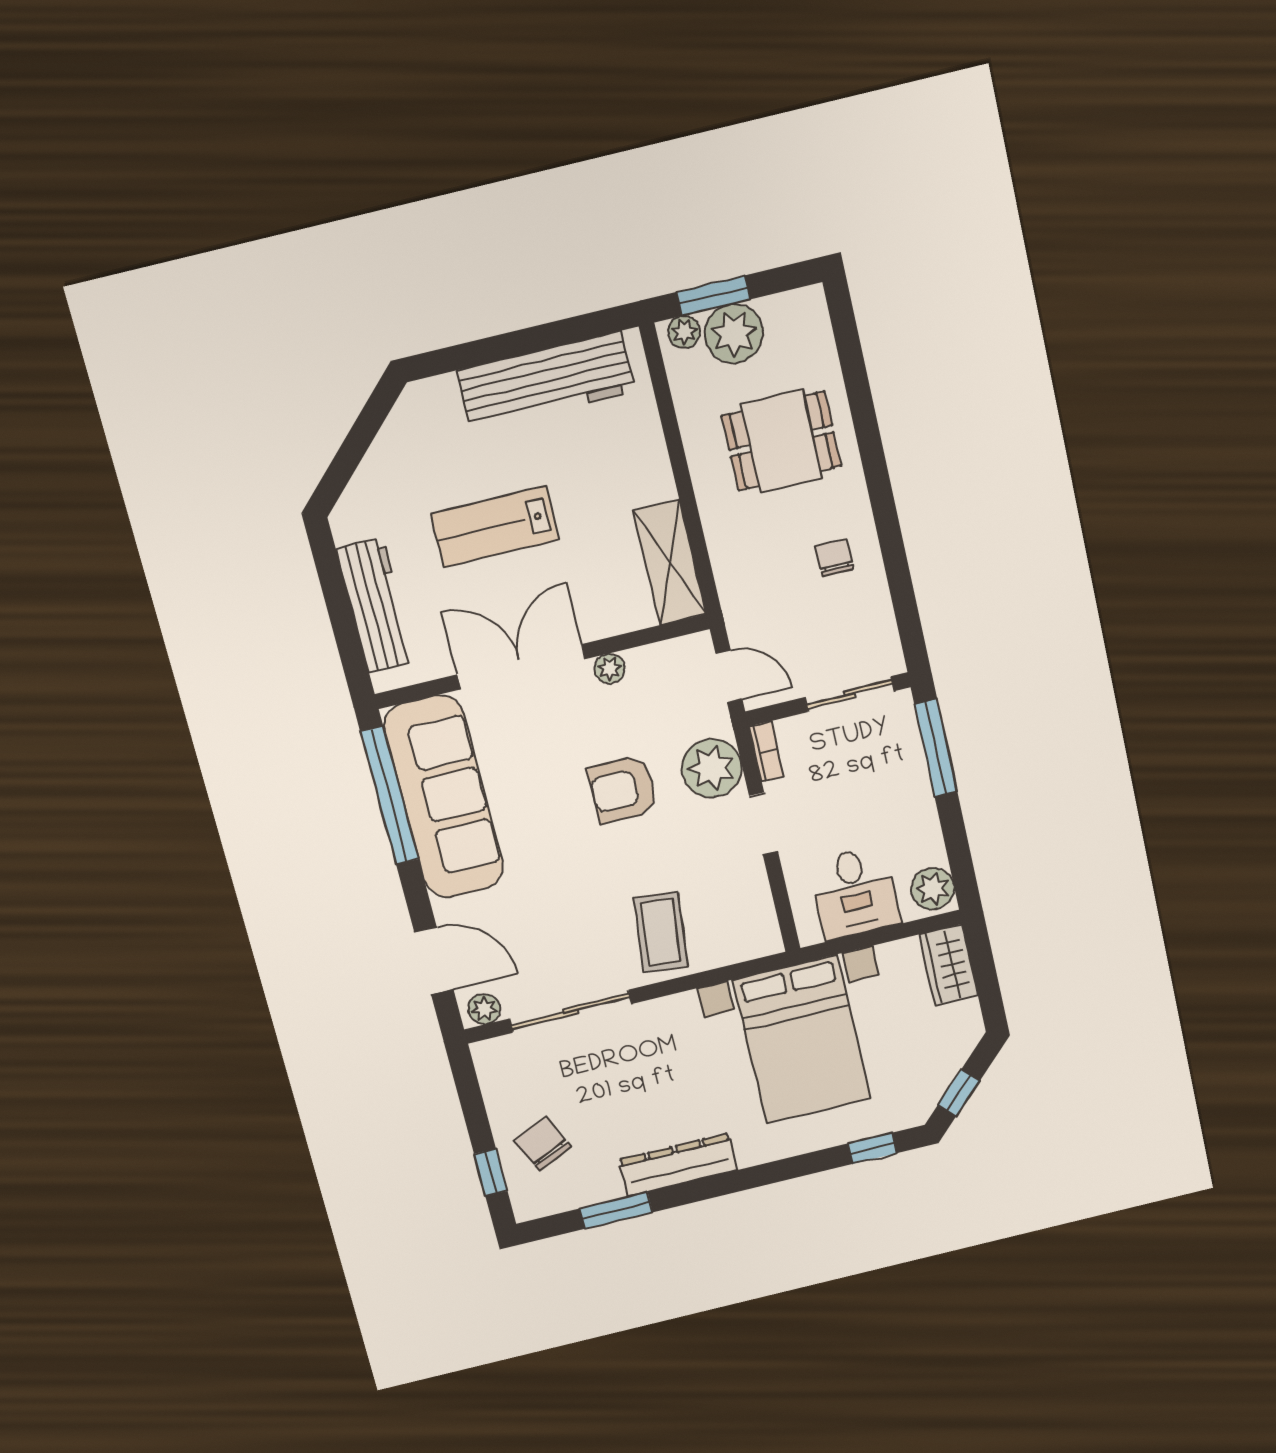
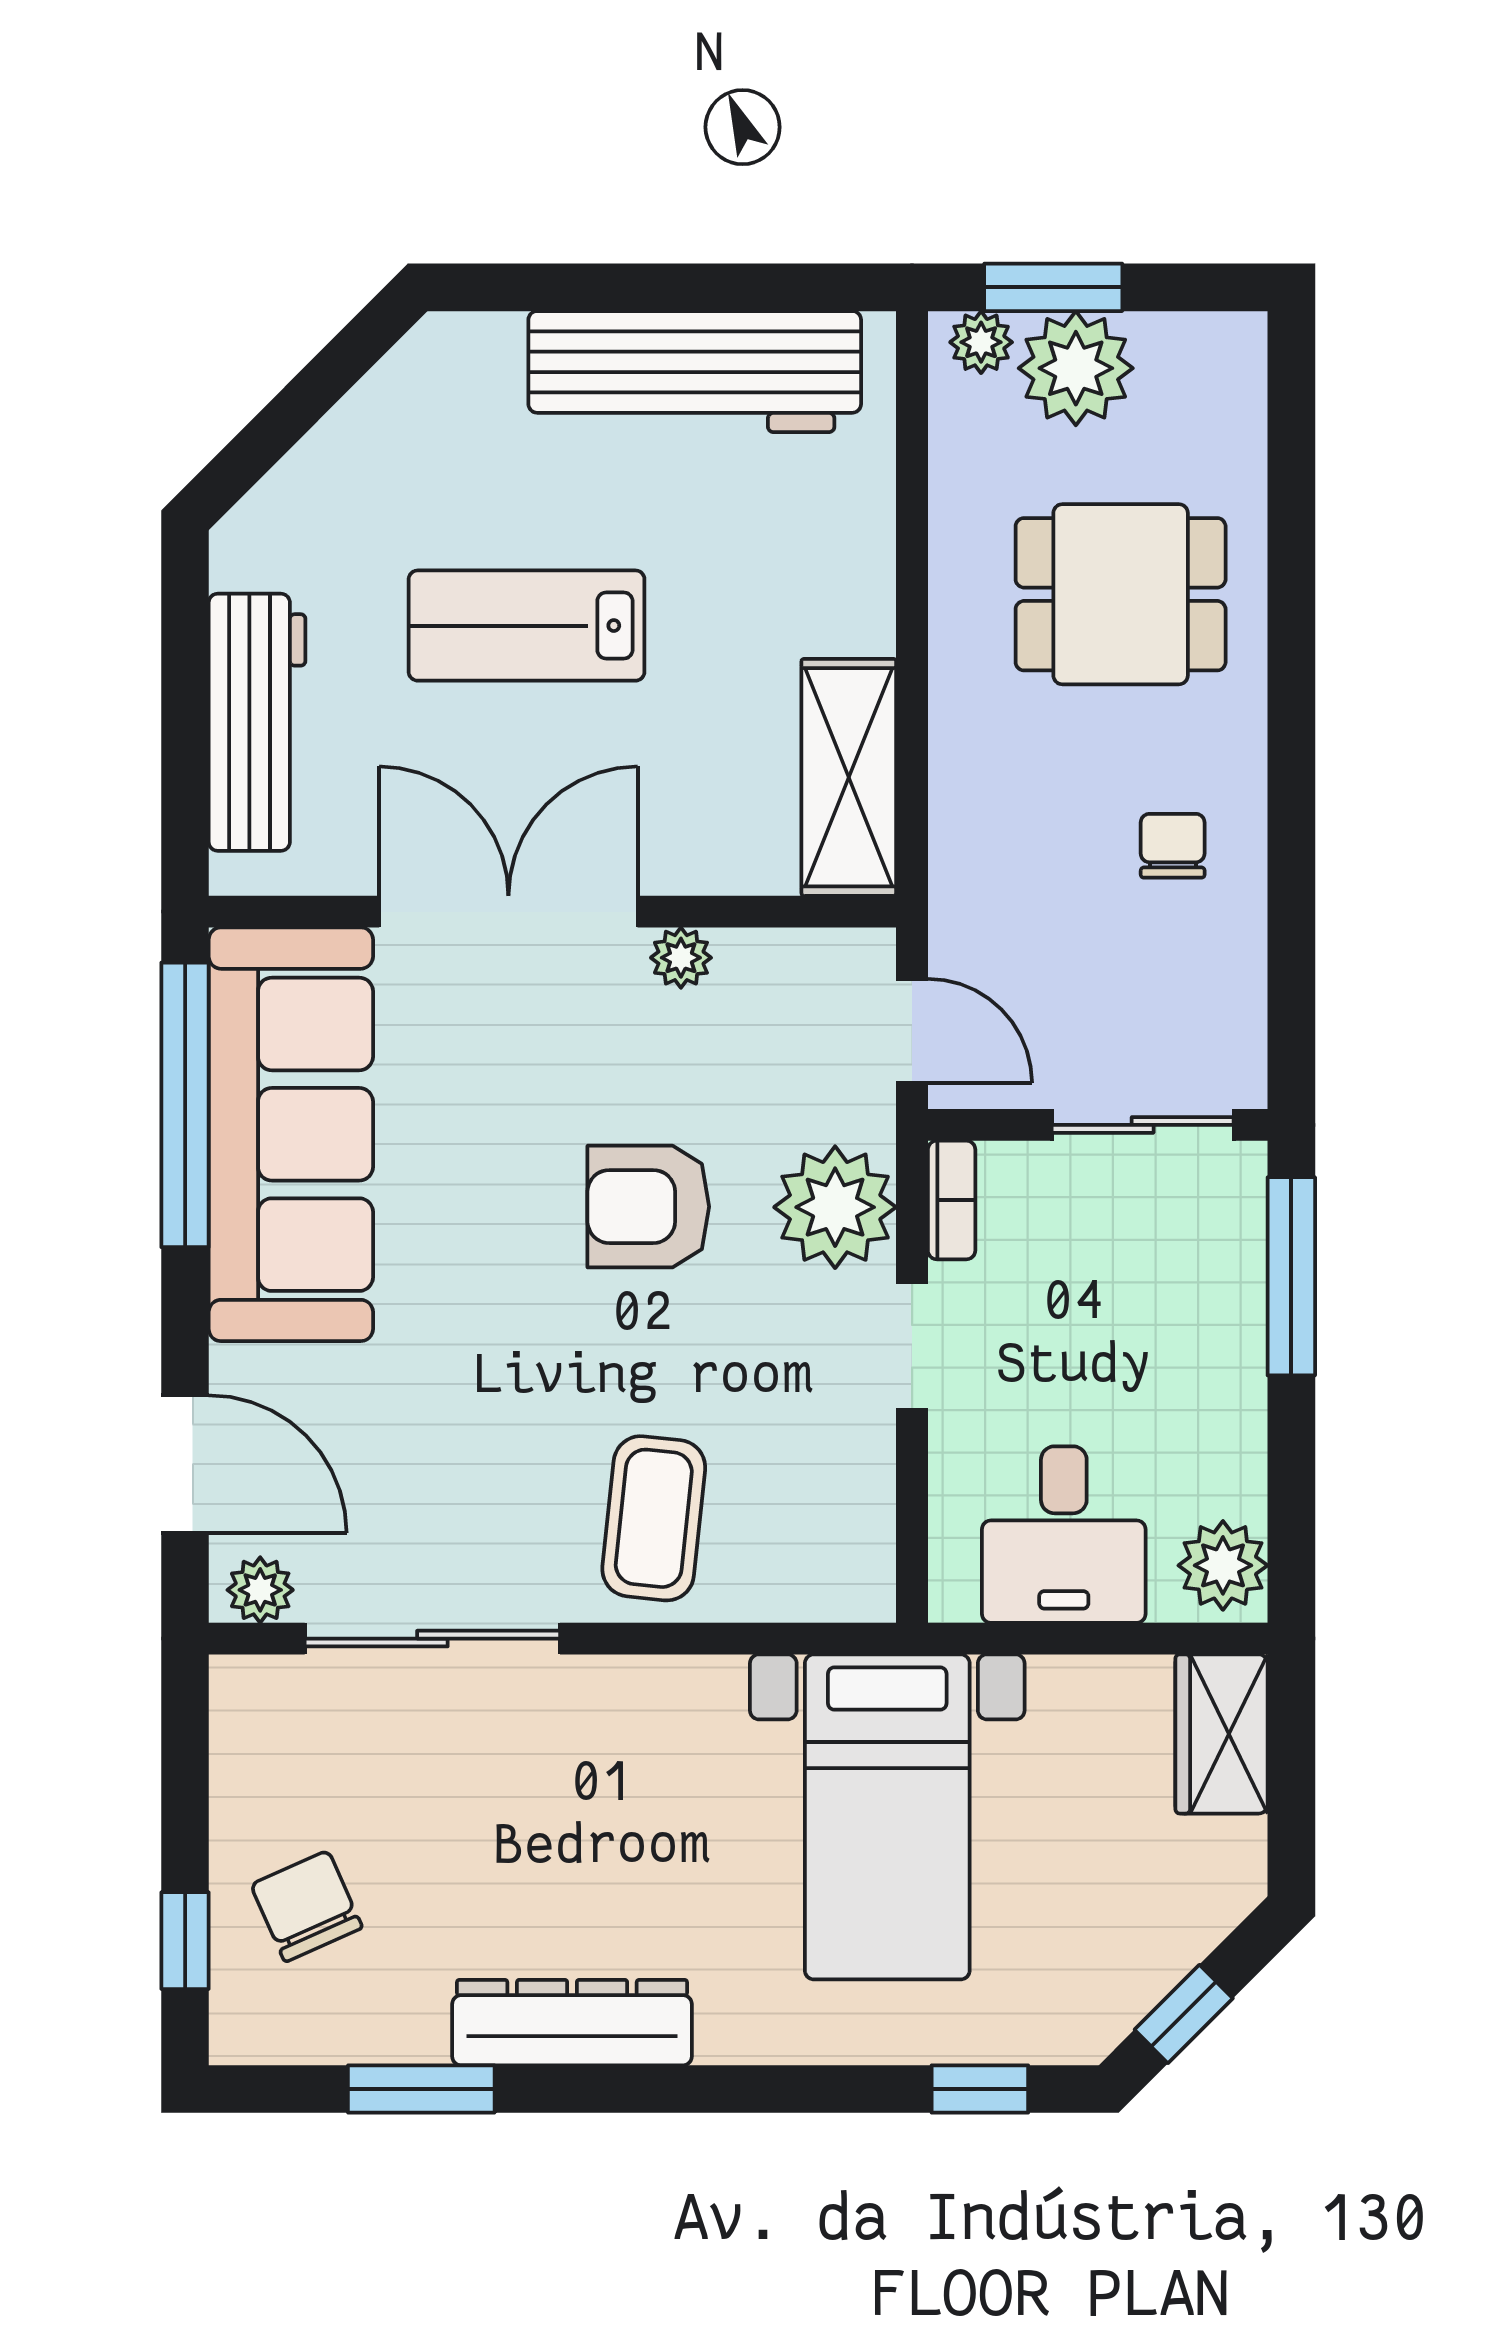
bed with nightstands: (802, 1039) -> (887, 1817), width x0.73

